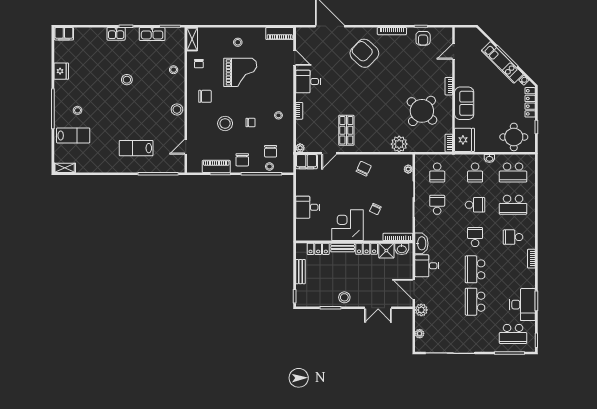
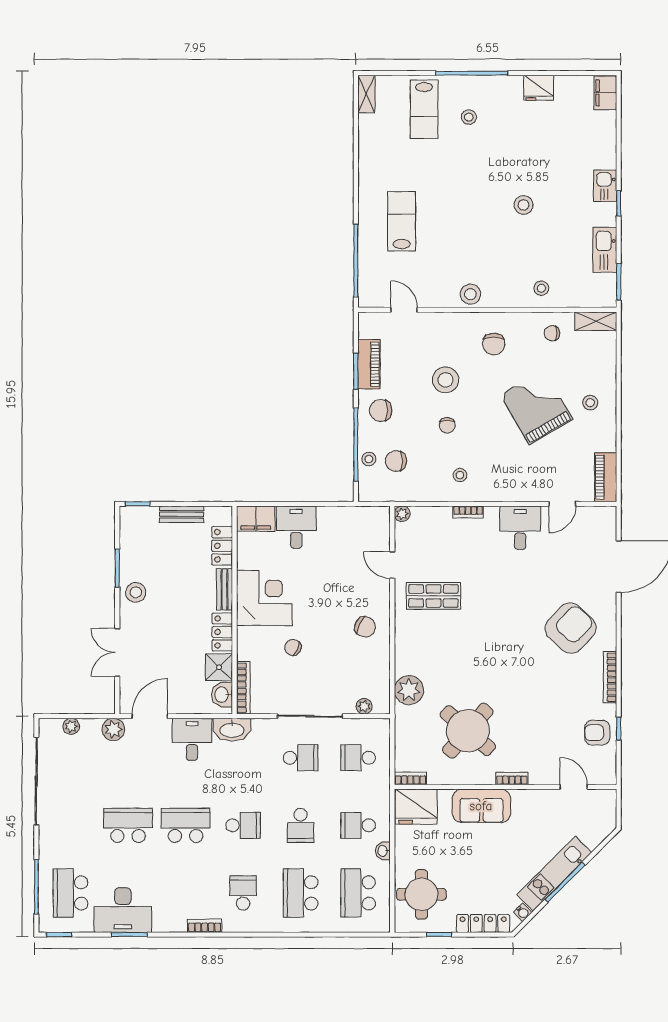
grand piano: (240, 72) -> (536, 407), turned 150
filing cabinet: (307, 162) -> (256, 519), moved, turned -90

